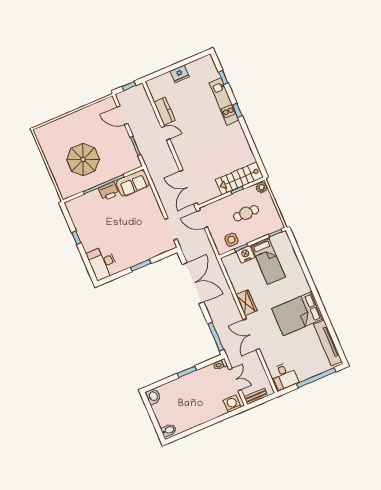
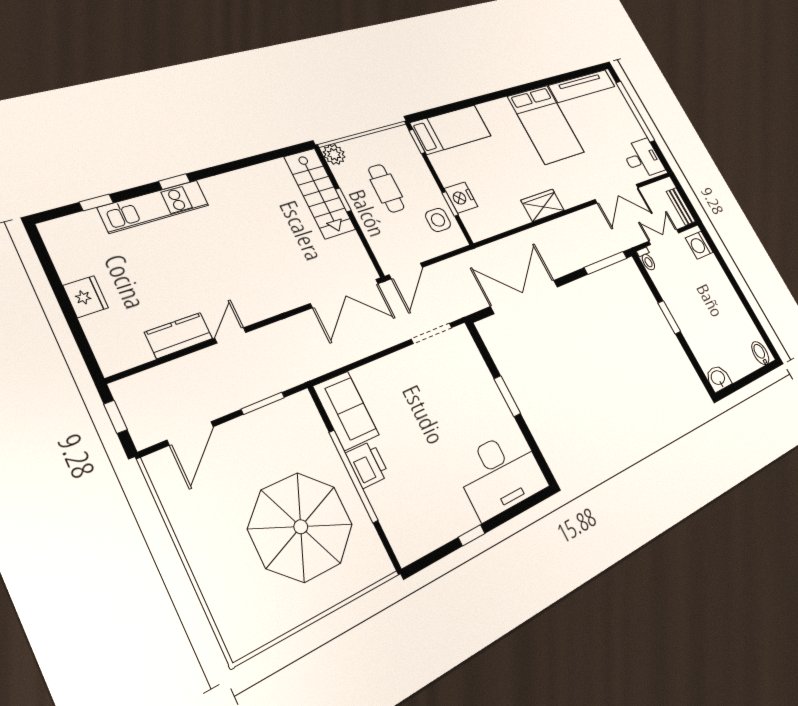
parasol: (83, 160) -> (301, 527), width x1.36, depth x1.36
bed: (268, 261) -> (451, 129), moved
desk: (102, 263) -> (501, 474), width x1.36, depth x1.30
double door: (251, 334) -> (617, 194), moved

